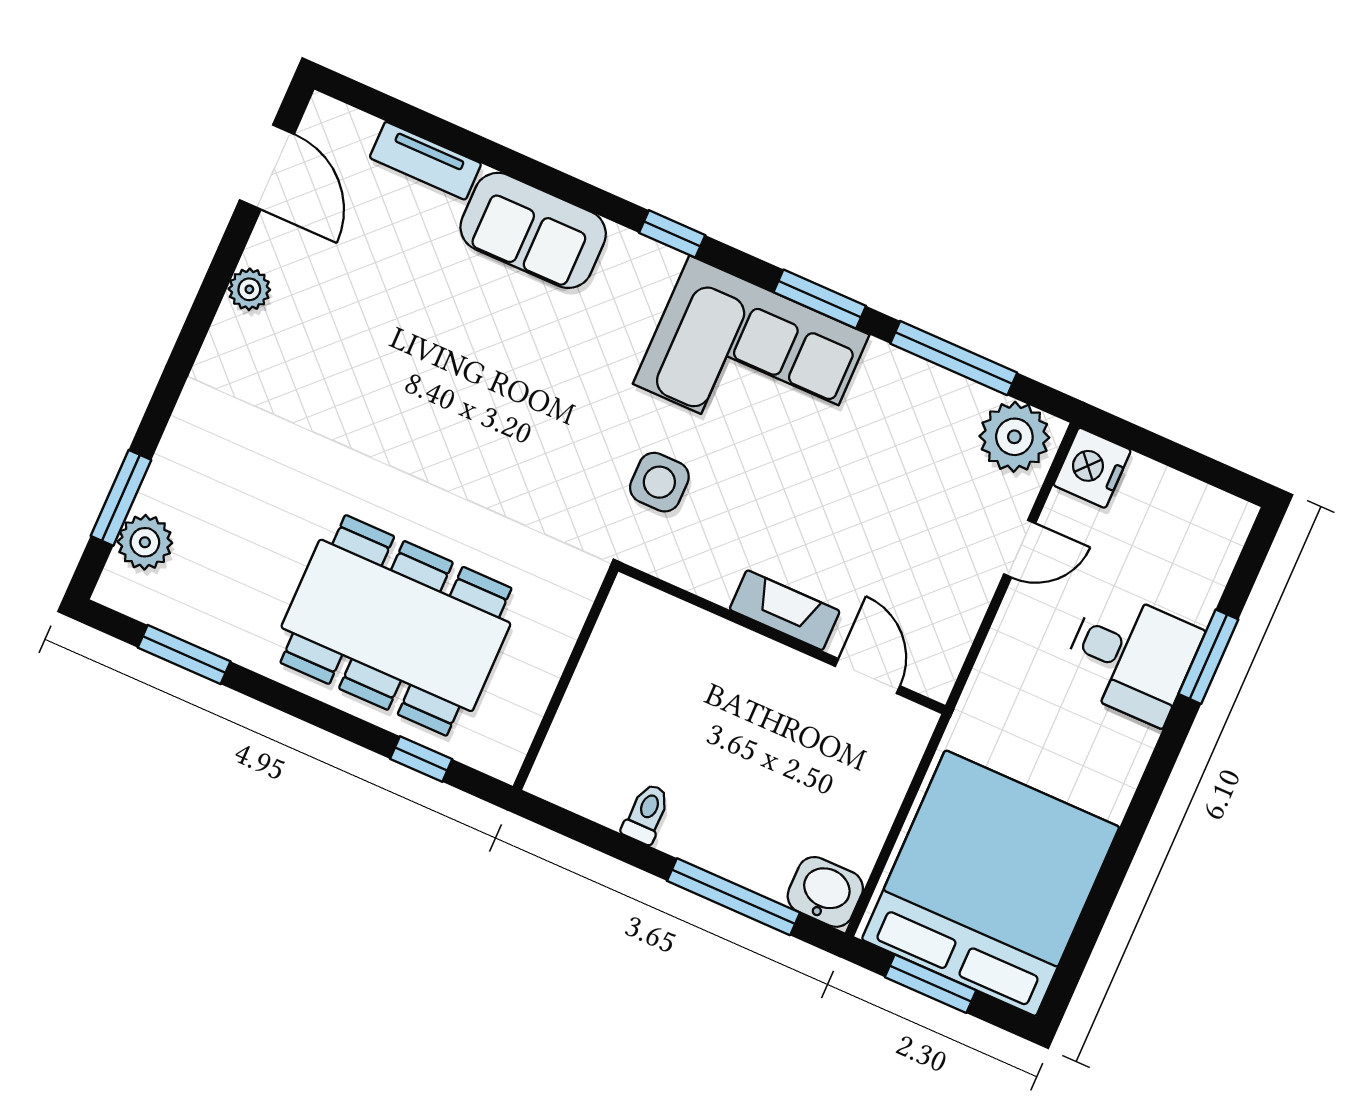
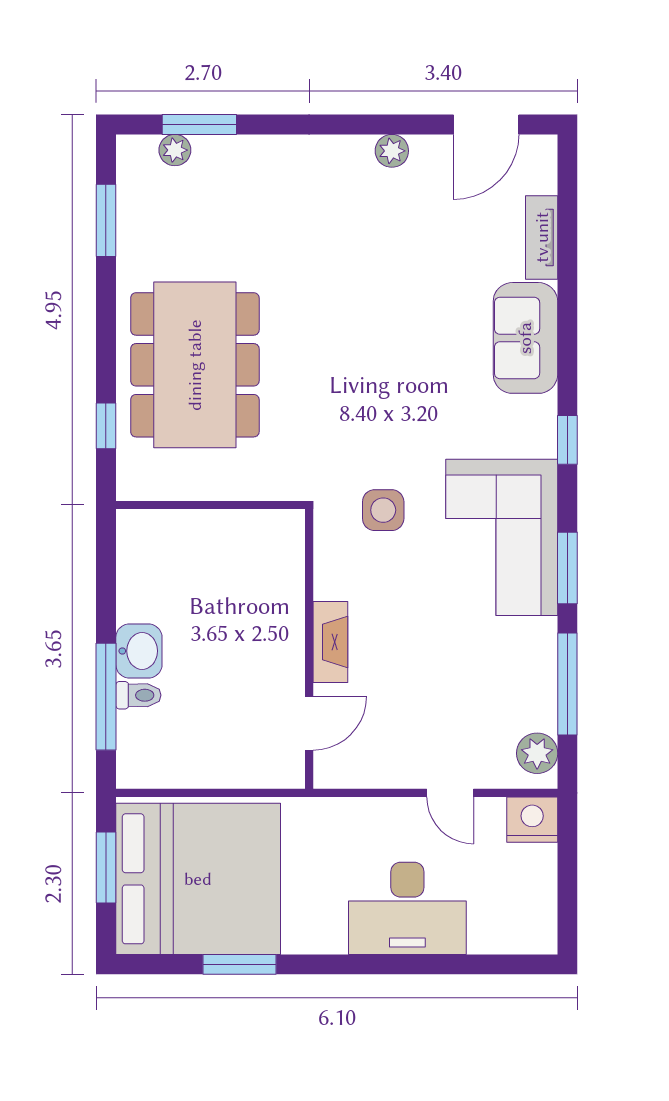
plant: (1014, 437) -> (537, 753), width x0.73, depth x0.73
plant: (145, 542) -> (175, 150), width x0.73, depth x0.73
desk: (1131, 657) -> (407, 908), width x1.37
window: (1208, 657) -> (240, 964), moved
toilet: (646, 814) -> (138, 695), moved
washbasin: (825, 892) -> (139, 651), moved

